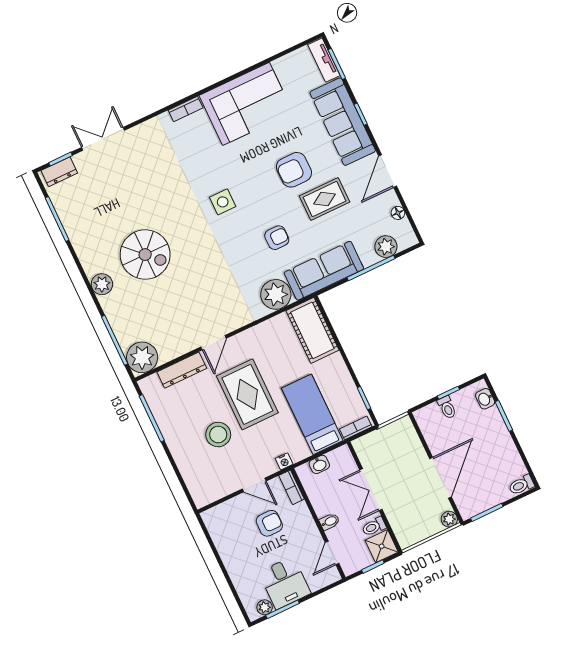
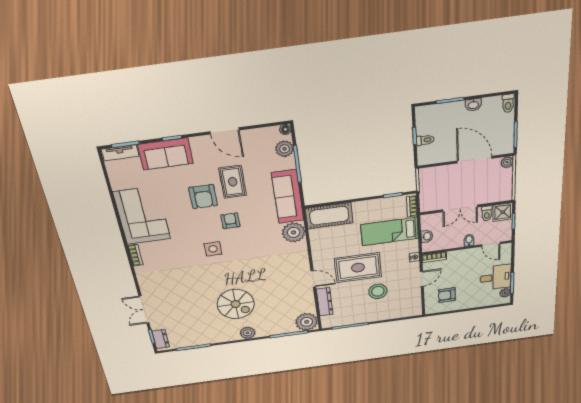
sofa: (343, 122) -> (165, 154), width x0.73
floor lamp: (398, 213) -> (285, 129), moved
armchair: (277, 238) -> (230, 221), moved
spiral stairs: (145, 255) -> (236, 304), turned 90
washbasin: (485, 399) -> (473, 105), moved
armchair: (269, 523) -> (447, 295), moved, turned -90

